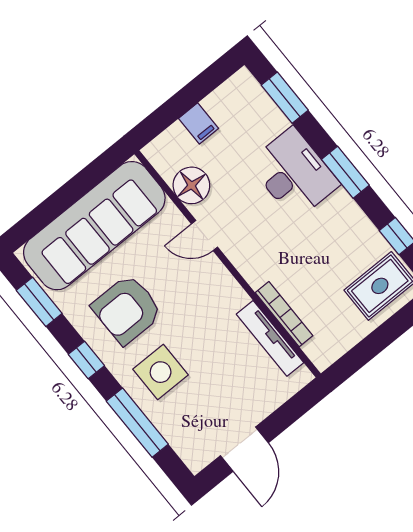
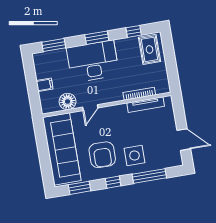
desk: (294, 174) -> (93, 61), width x1.36, depth x1.30

